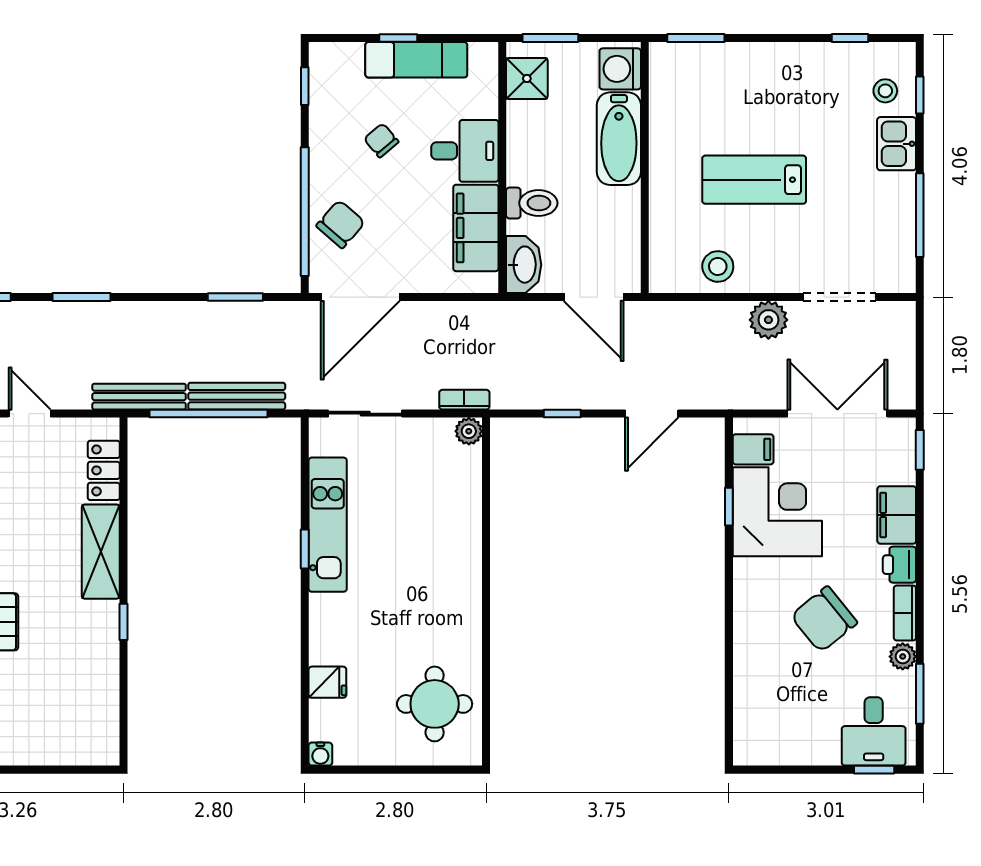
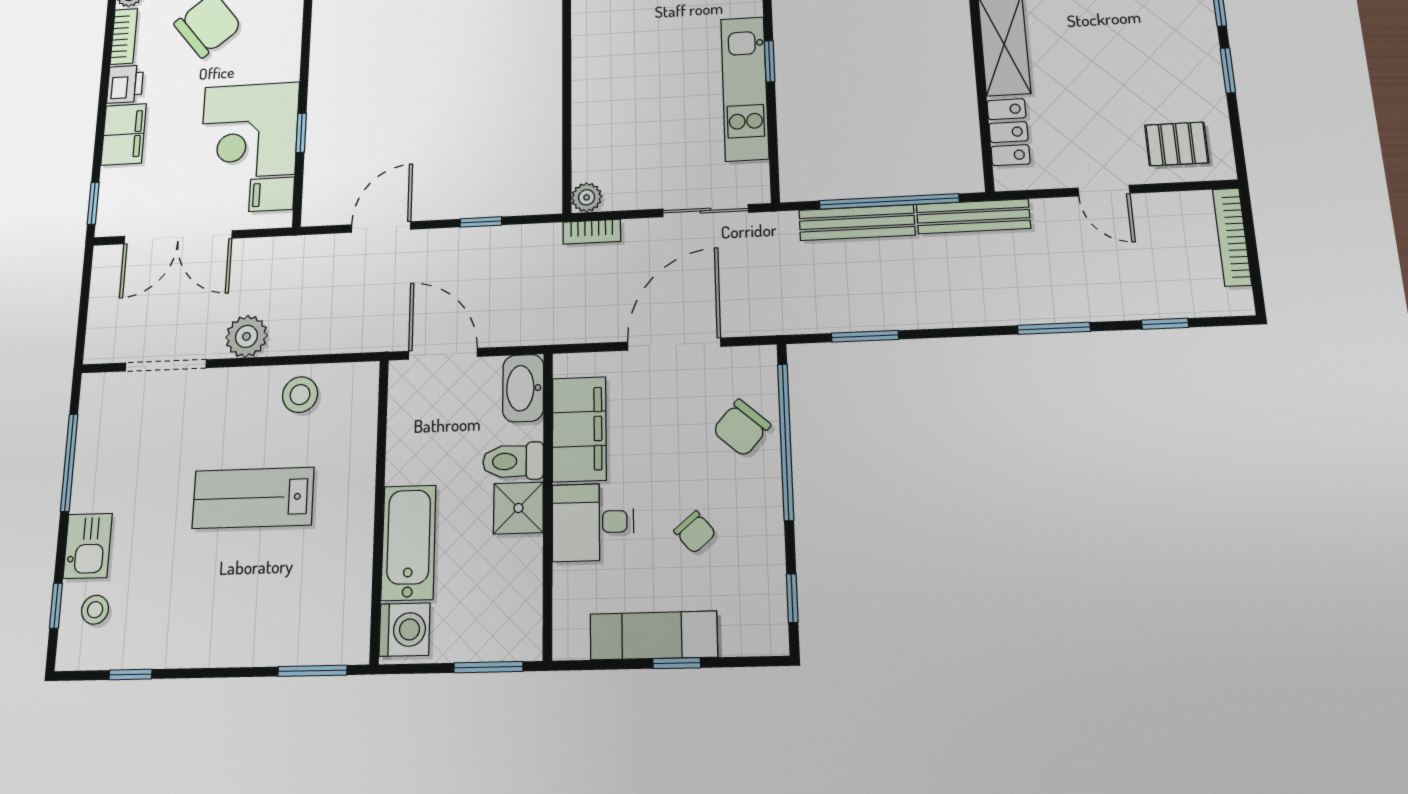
shower: (527, 78) -> (518, 508), moved
lab bench: (754, 180) -> (253, 498), turned 180
door: (360, 297) -> (674, 344), moved

